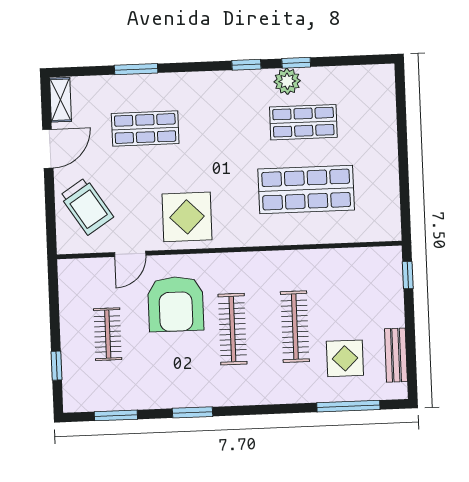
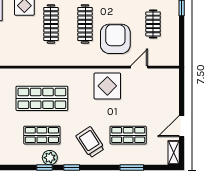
trolley: (87, 206) -> (90, 142), moved

